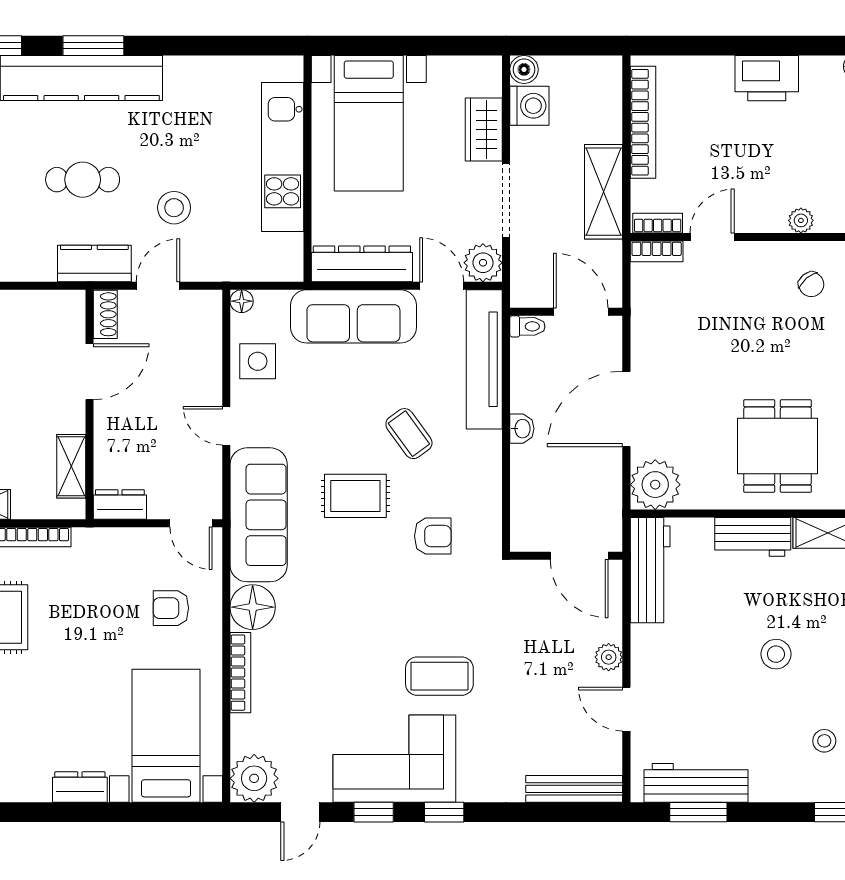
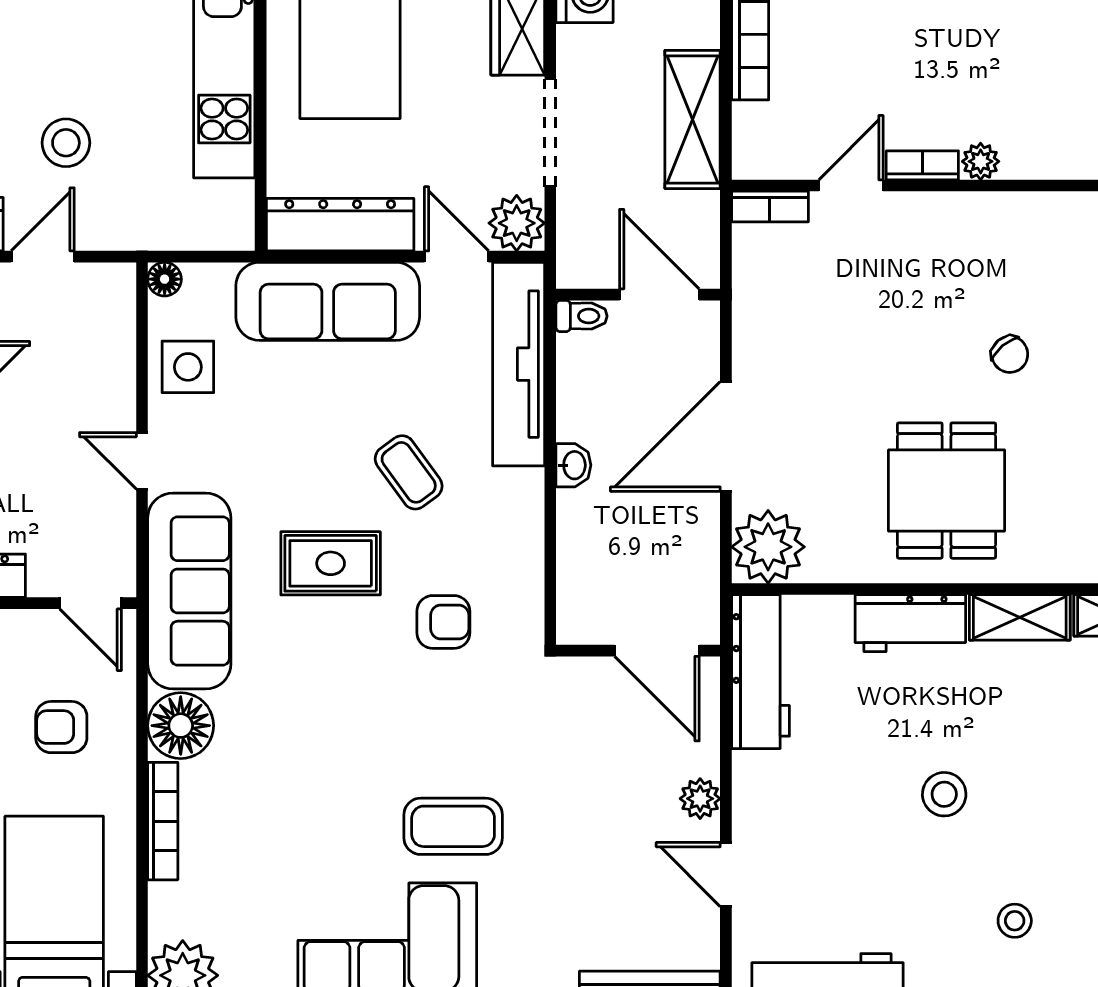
bookcase: (658, 223) -> (922, 165), moved
chair: (811, 284) -> (1010, 354), moved

